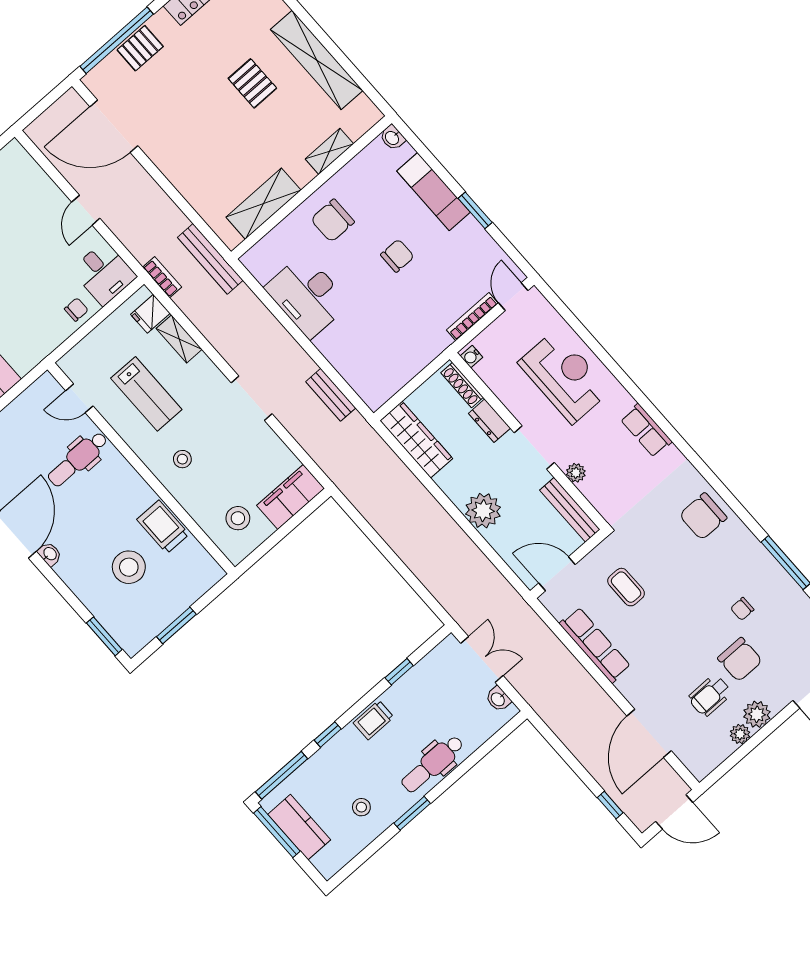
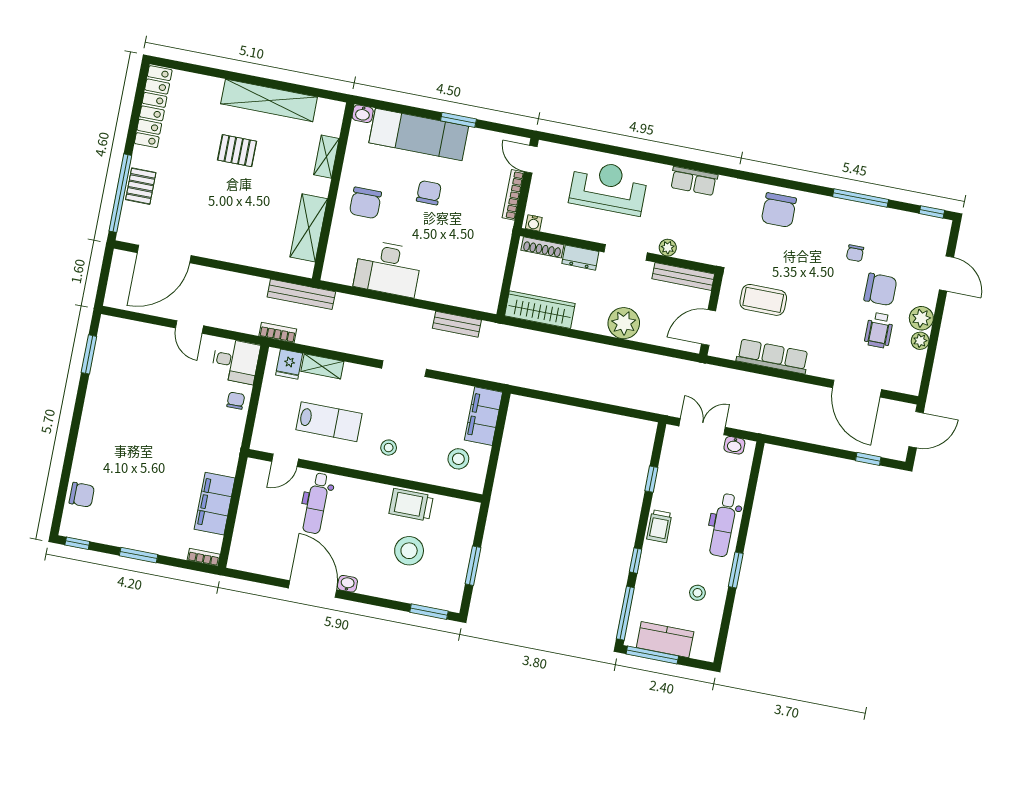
exam couch: (434, 192) -> (419, 135), width x1.36, depth x1.45
coffee table: (626, 587) -> (763, 300), width x1.36, depth x1.30

